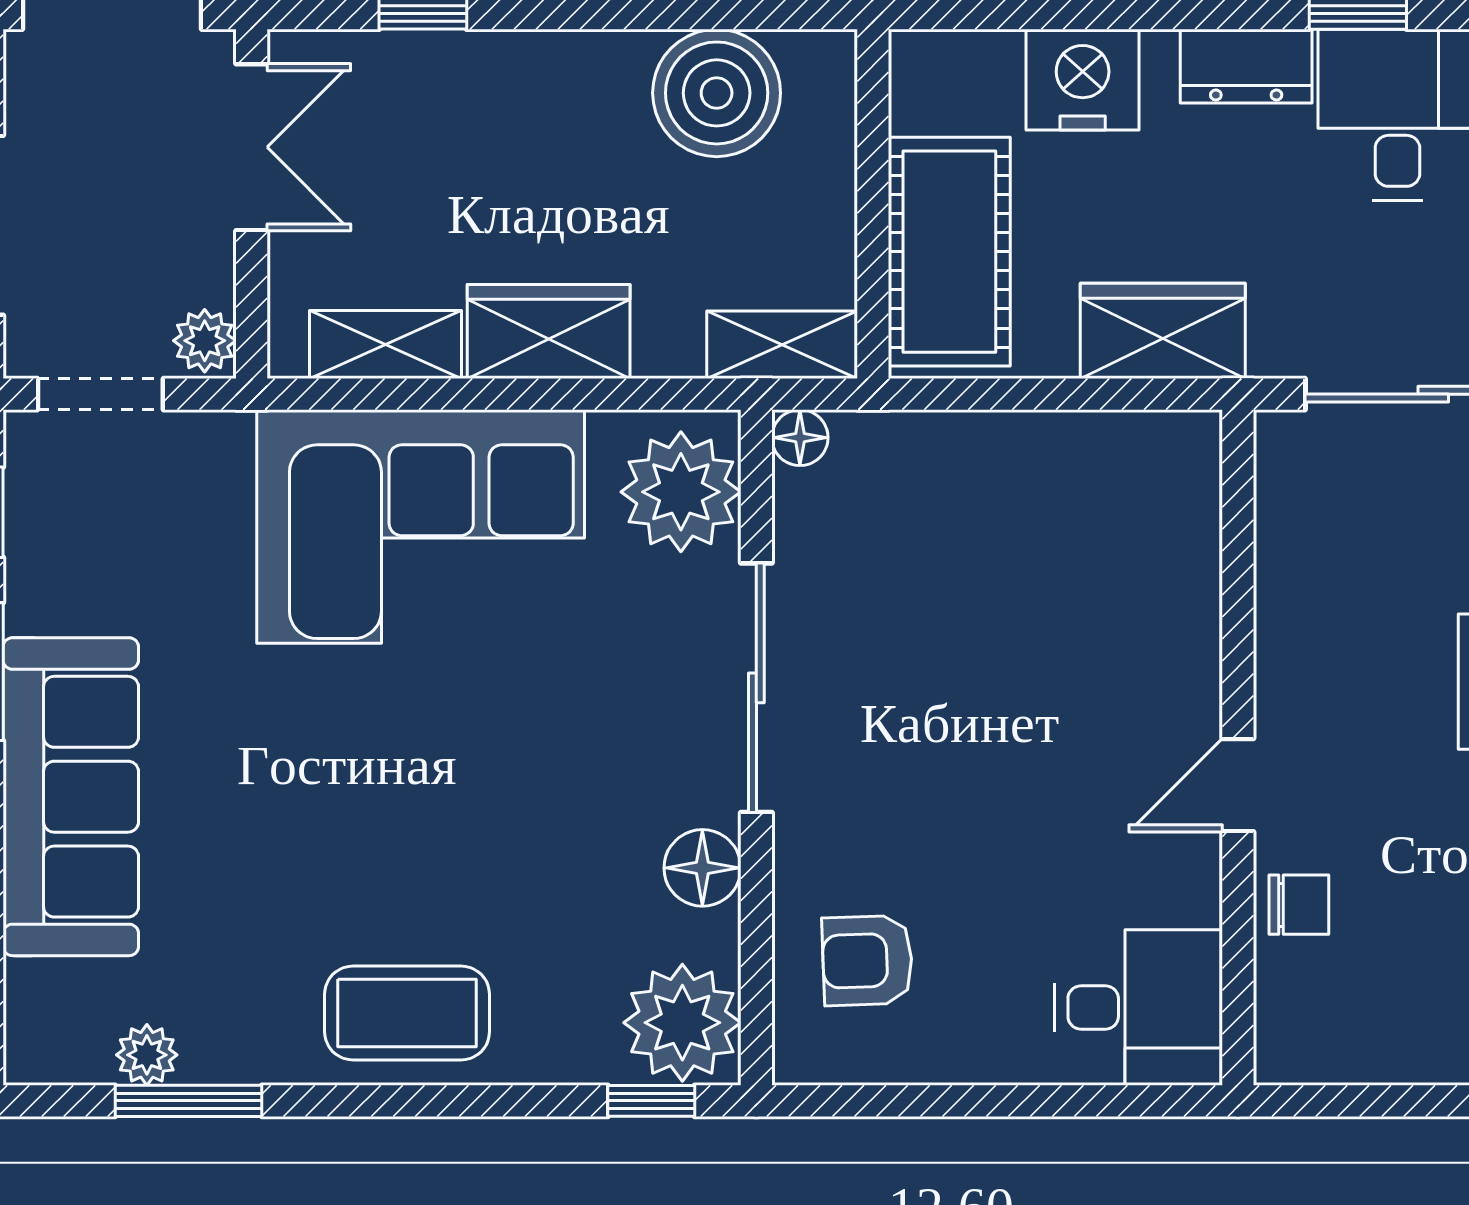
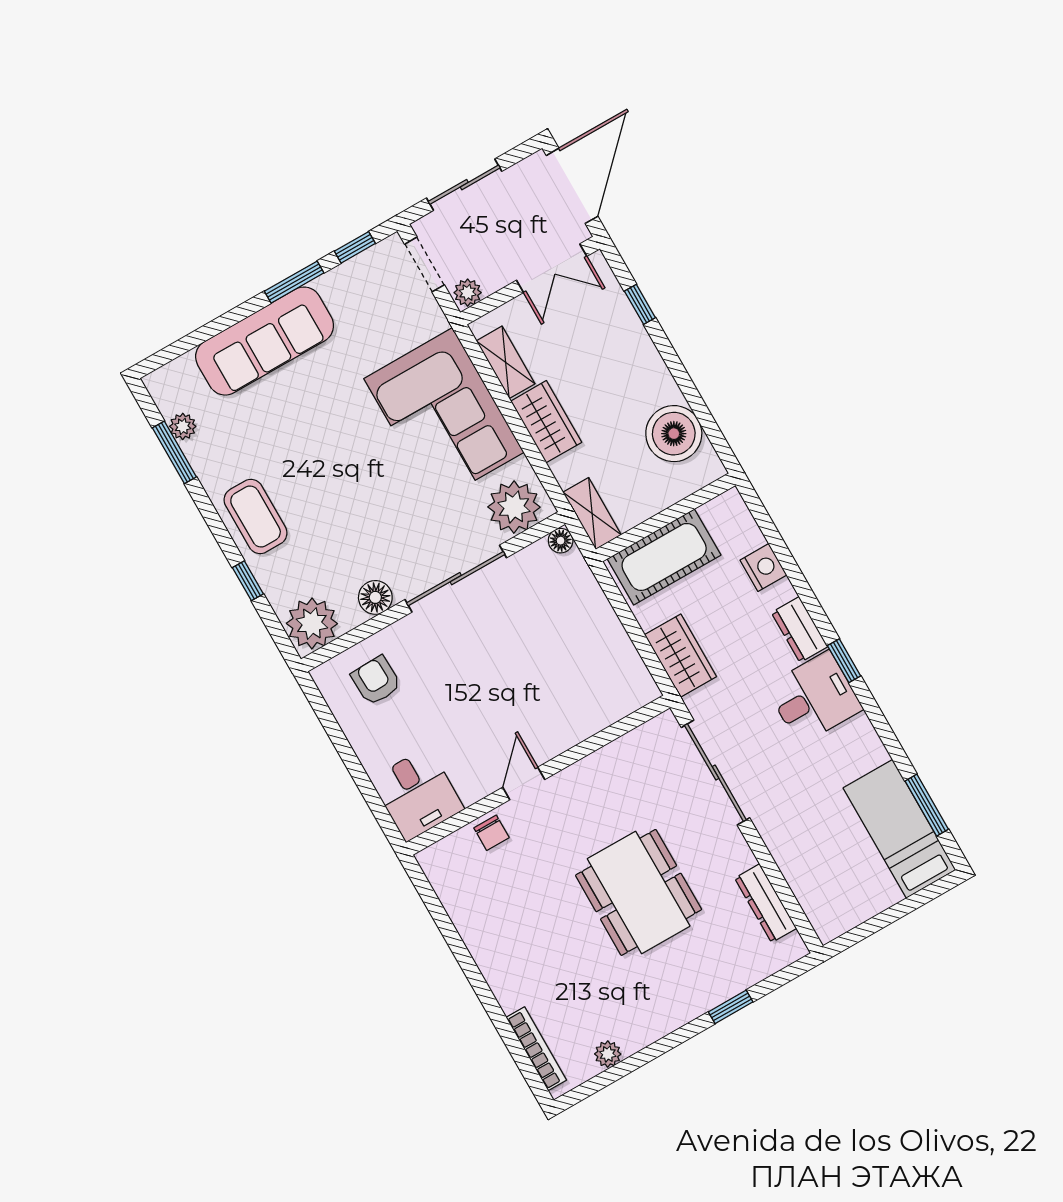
nightstand: (1083, 80) -> (763, 567), width x0.74, depth x0.75
door: (1238, 785) -> (524, 783), hinge flipped
window: (651, 1101) -> (248, 581), moved

